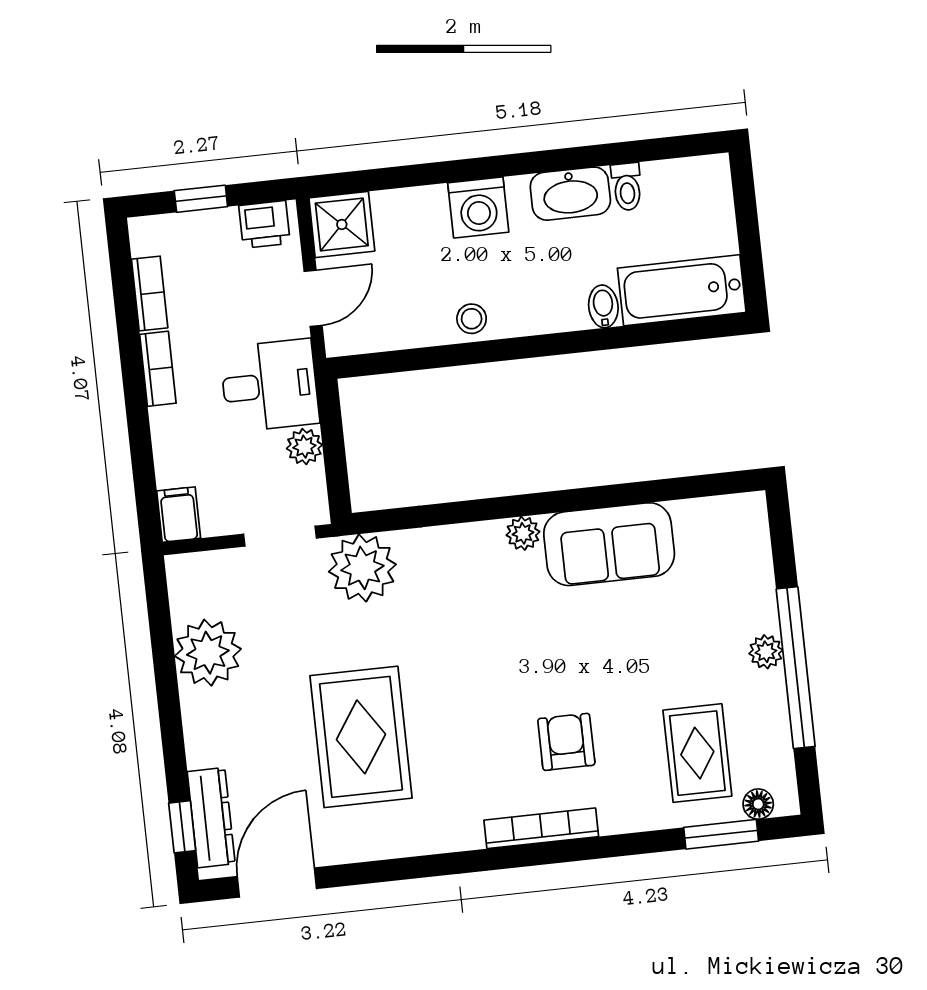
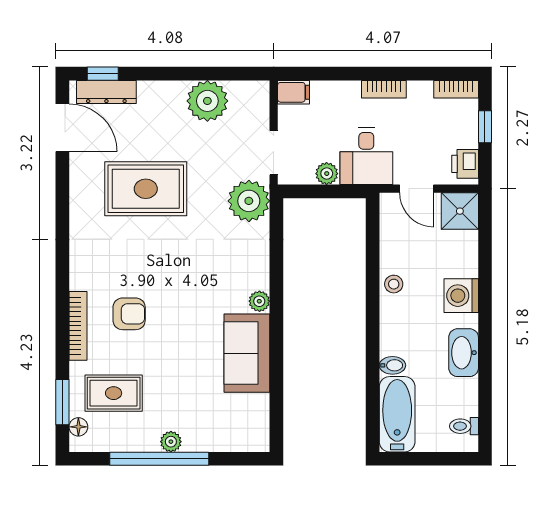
toilet: (627, 187) -> (464, 426), moved
bookcase: (150, 293) -> (456, 89), moved
bookcase: (541, 828) -> (78, 326), moved

